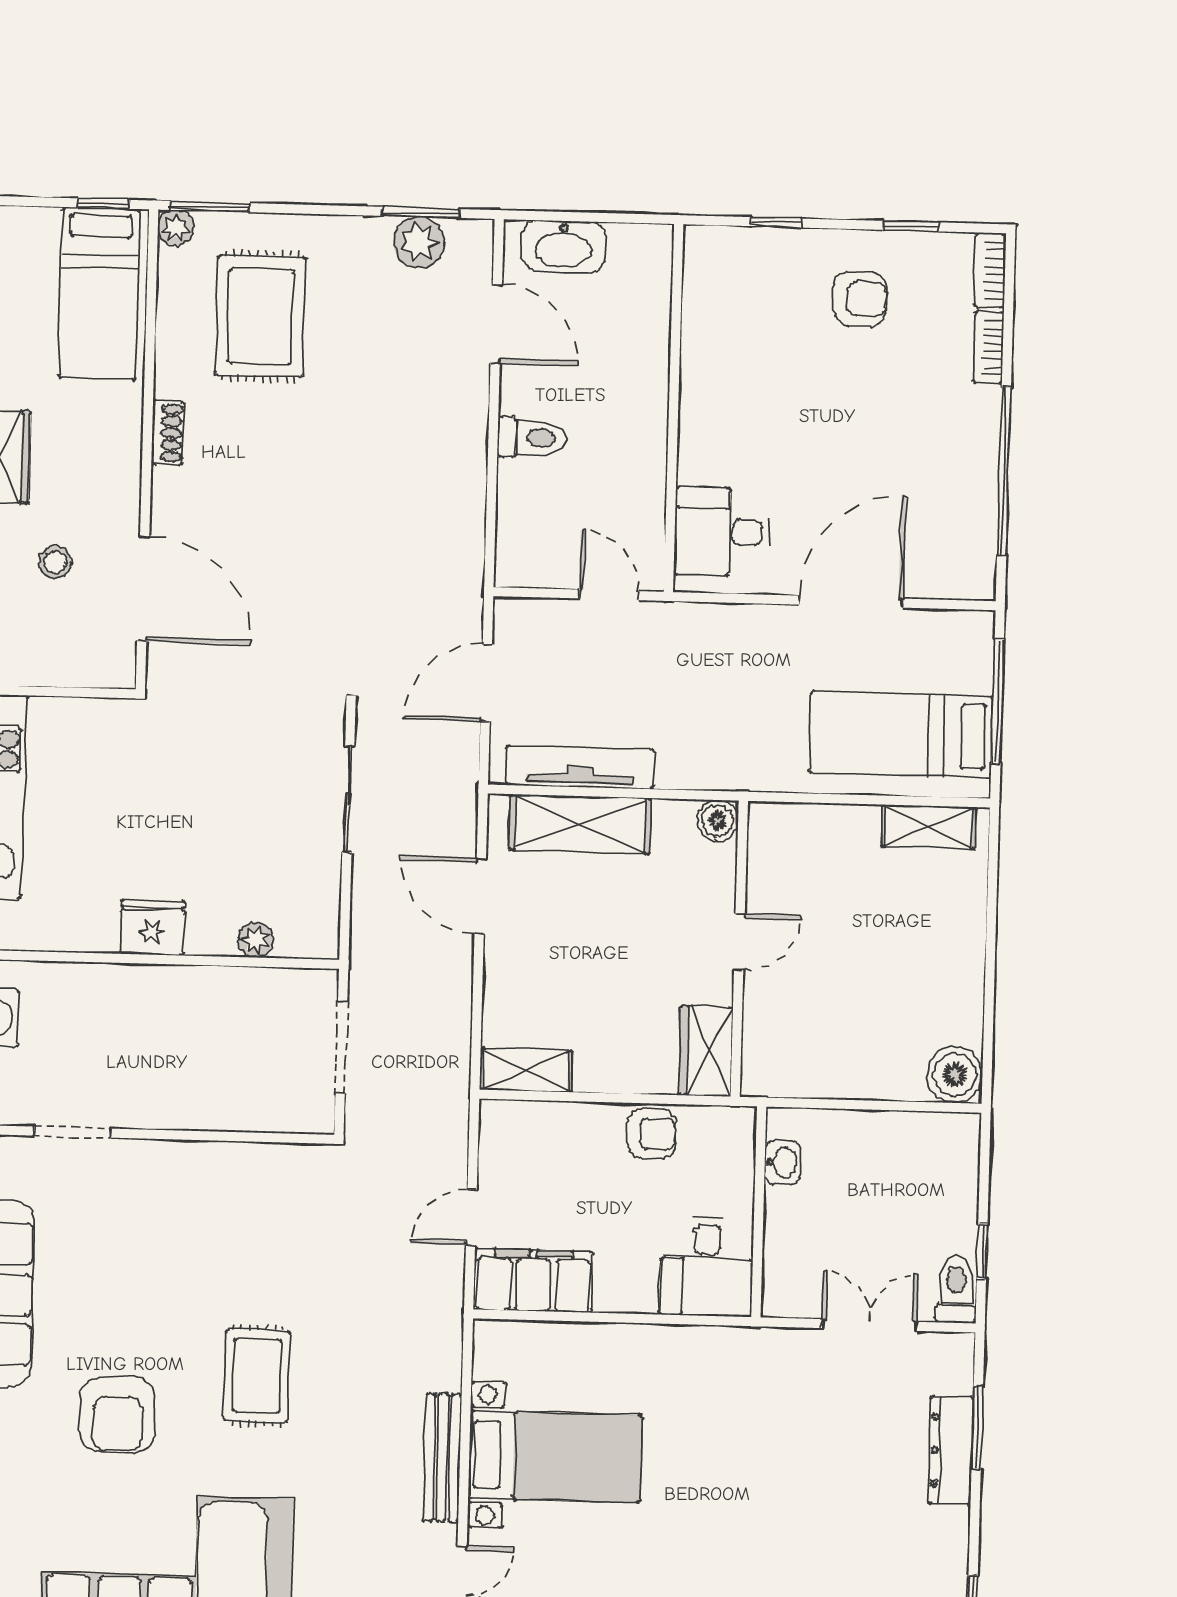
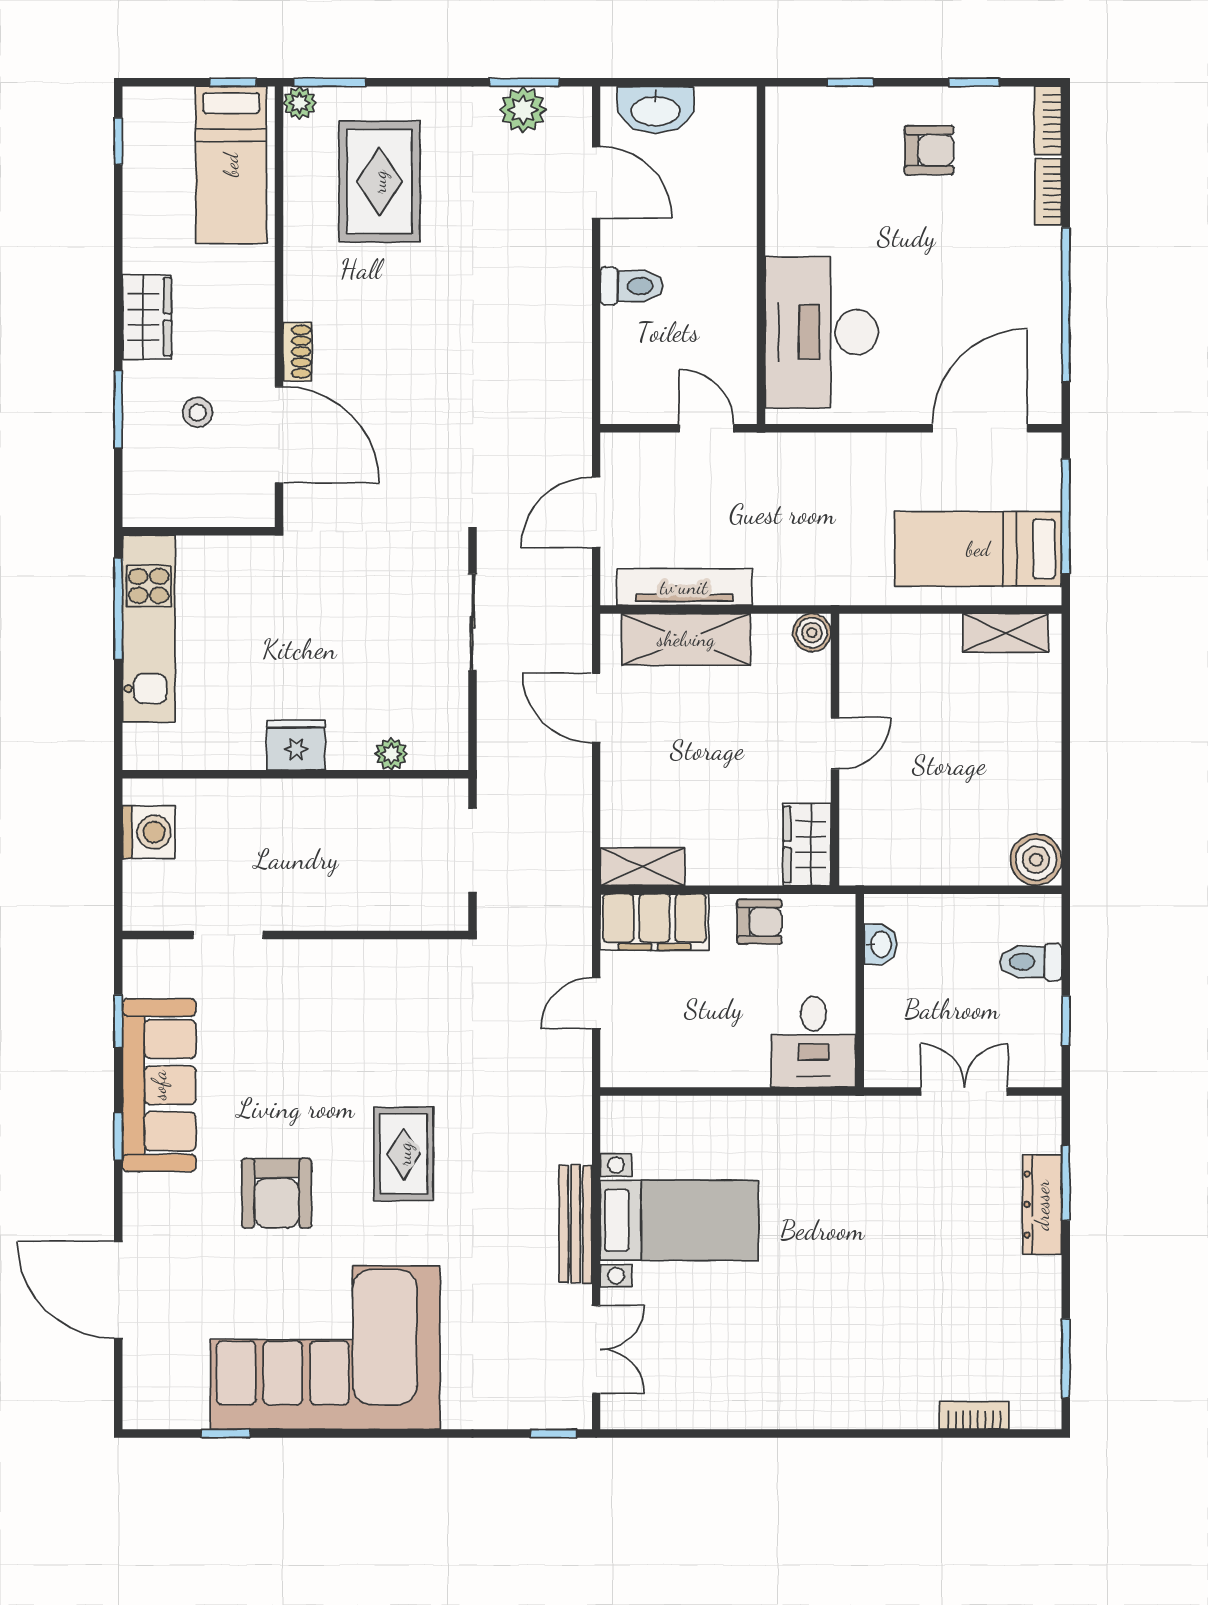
shoe rack: (168, 433) -> (297, 352), moved
desk: (722, 532) -> (822, 332), width x1.87, depth x1.30
door: (851, 602) -> (980, 428), moved
filing cabinet: (533, 1280) -> (655, 922), moved, turned 180
toilet: (956, 1289) -> (1031, 962), moved, turned -90

